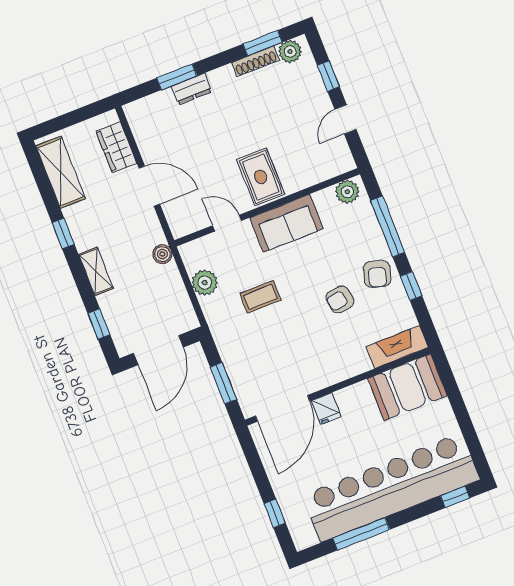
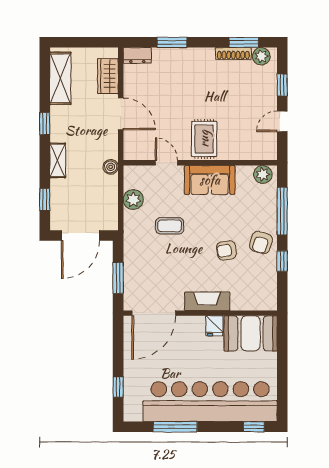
dresser: (192, 89) -> (137, 55), moved
fireplace: (397, 347) -> (207, 301), moved
fridge: (326, 409) -> (214, 326), moved

